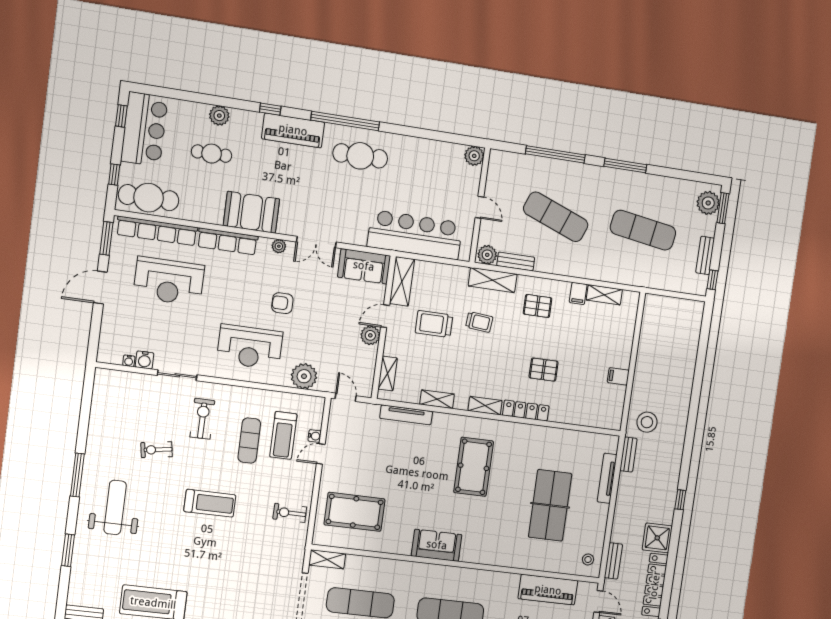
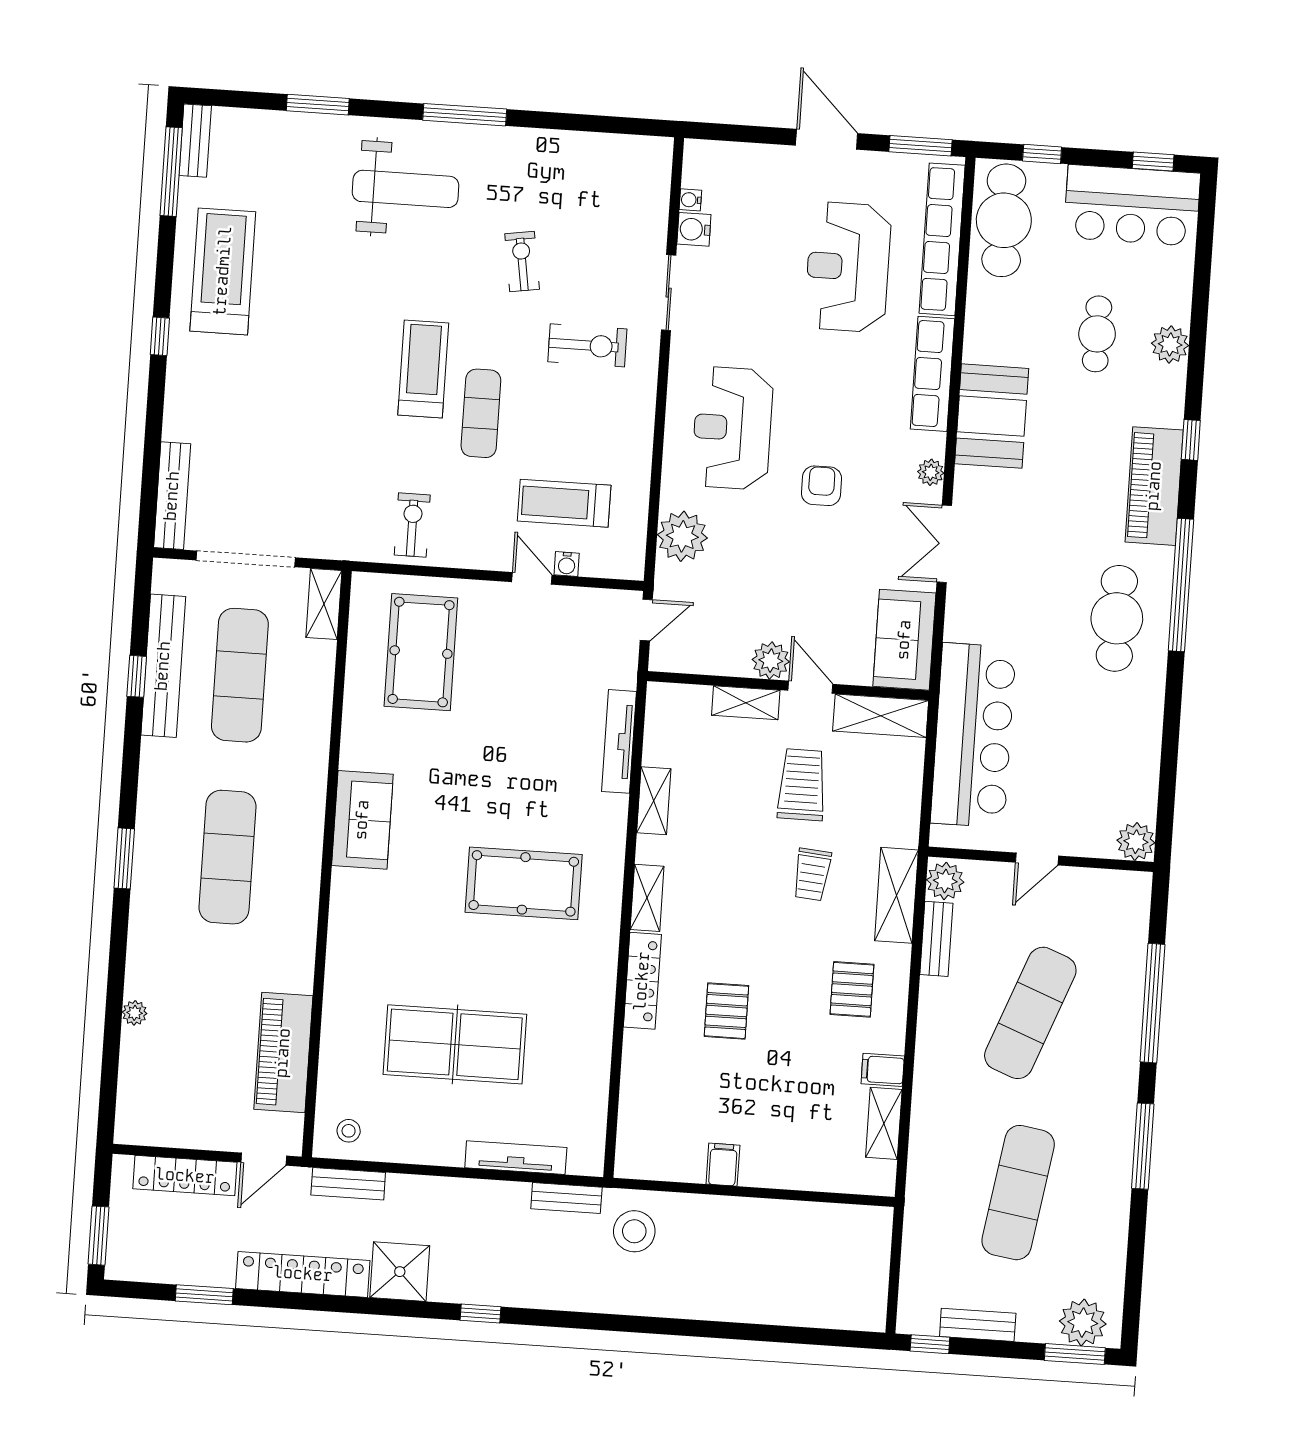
shelving: (388, 373) -> (746, 703), moved
exercise mat: (249, 441) -> (481, 413), moved, turned 90
treadmill: (210, 503) -> (423, 369), turned 180

